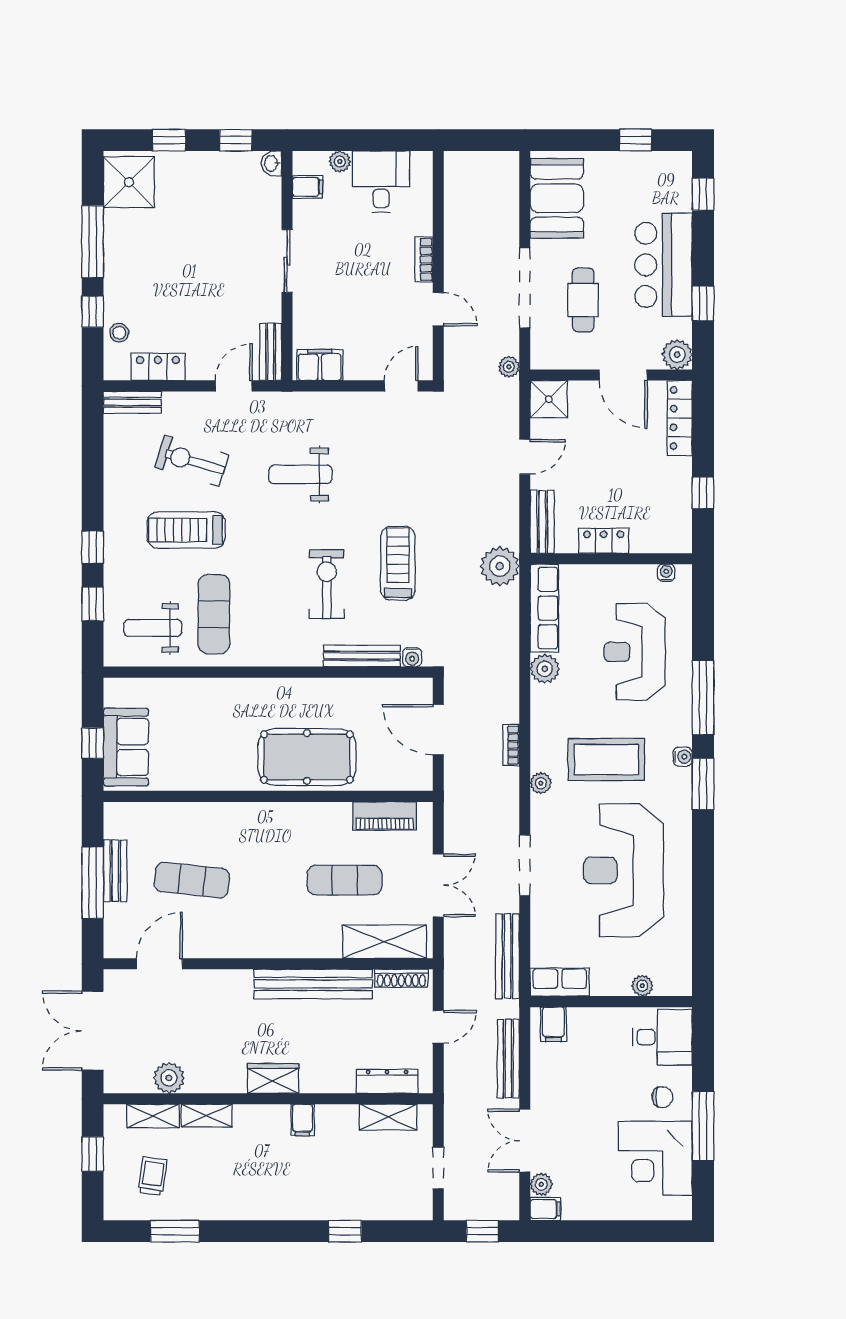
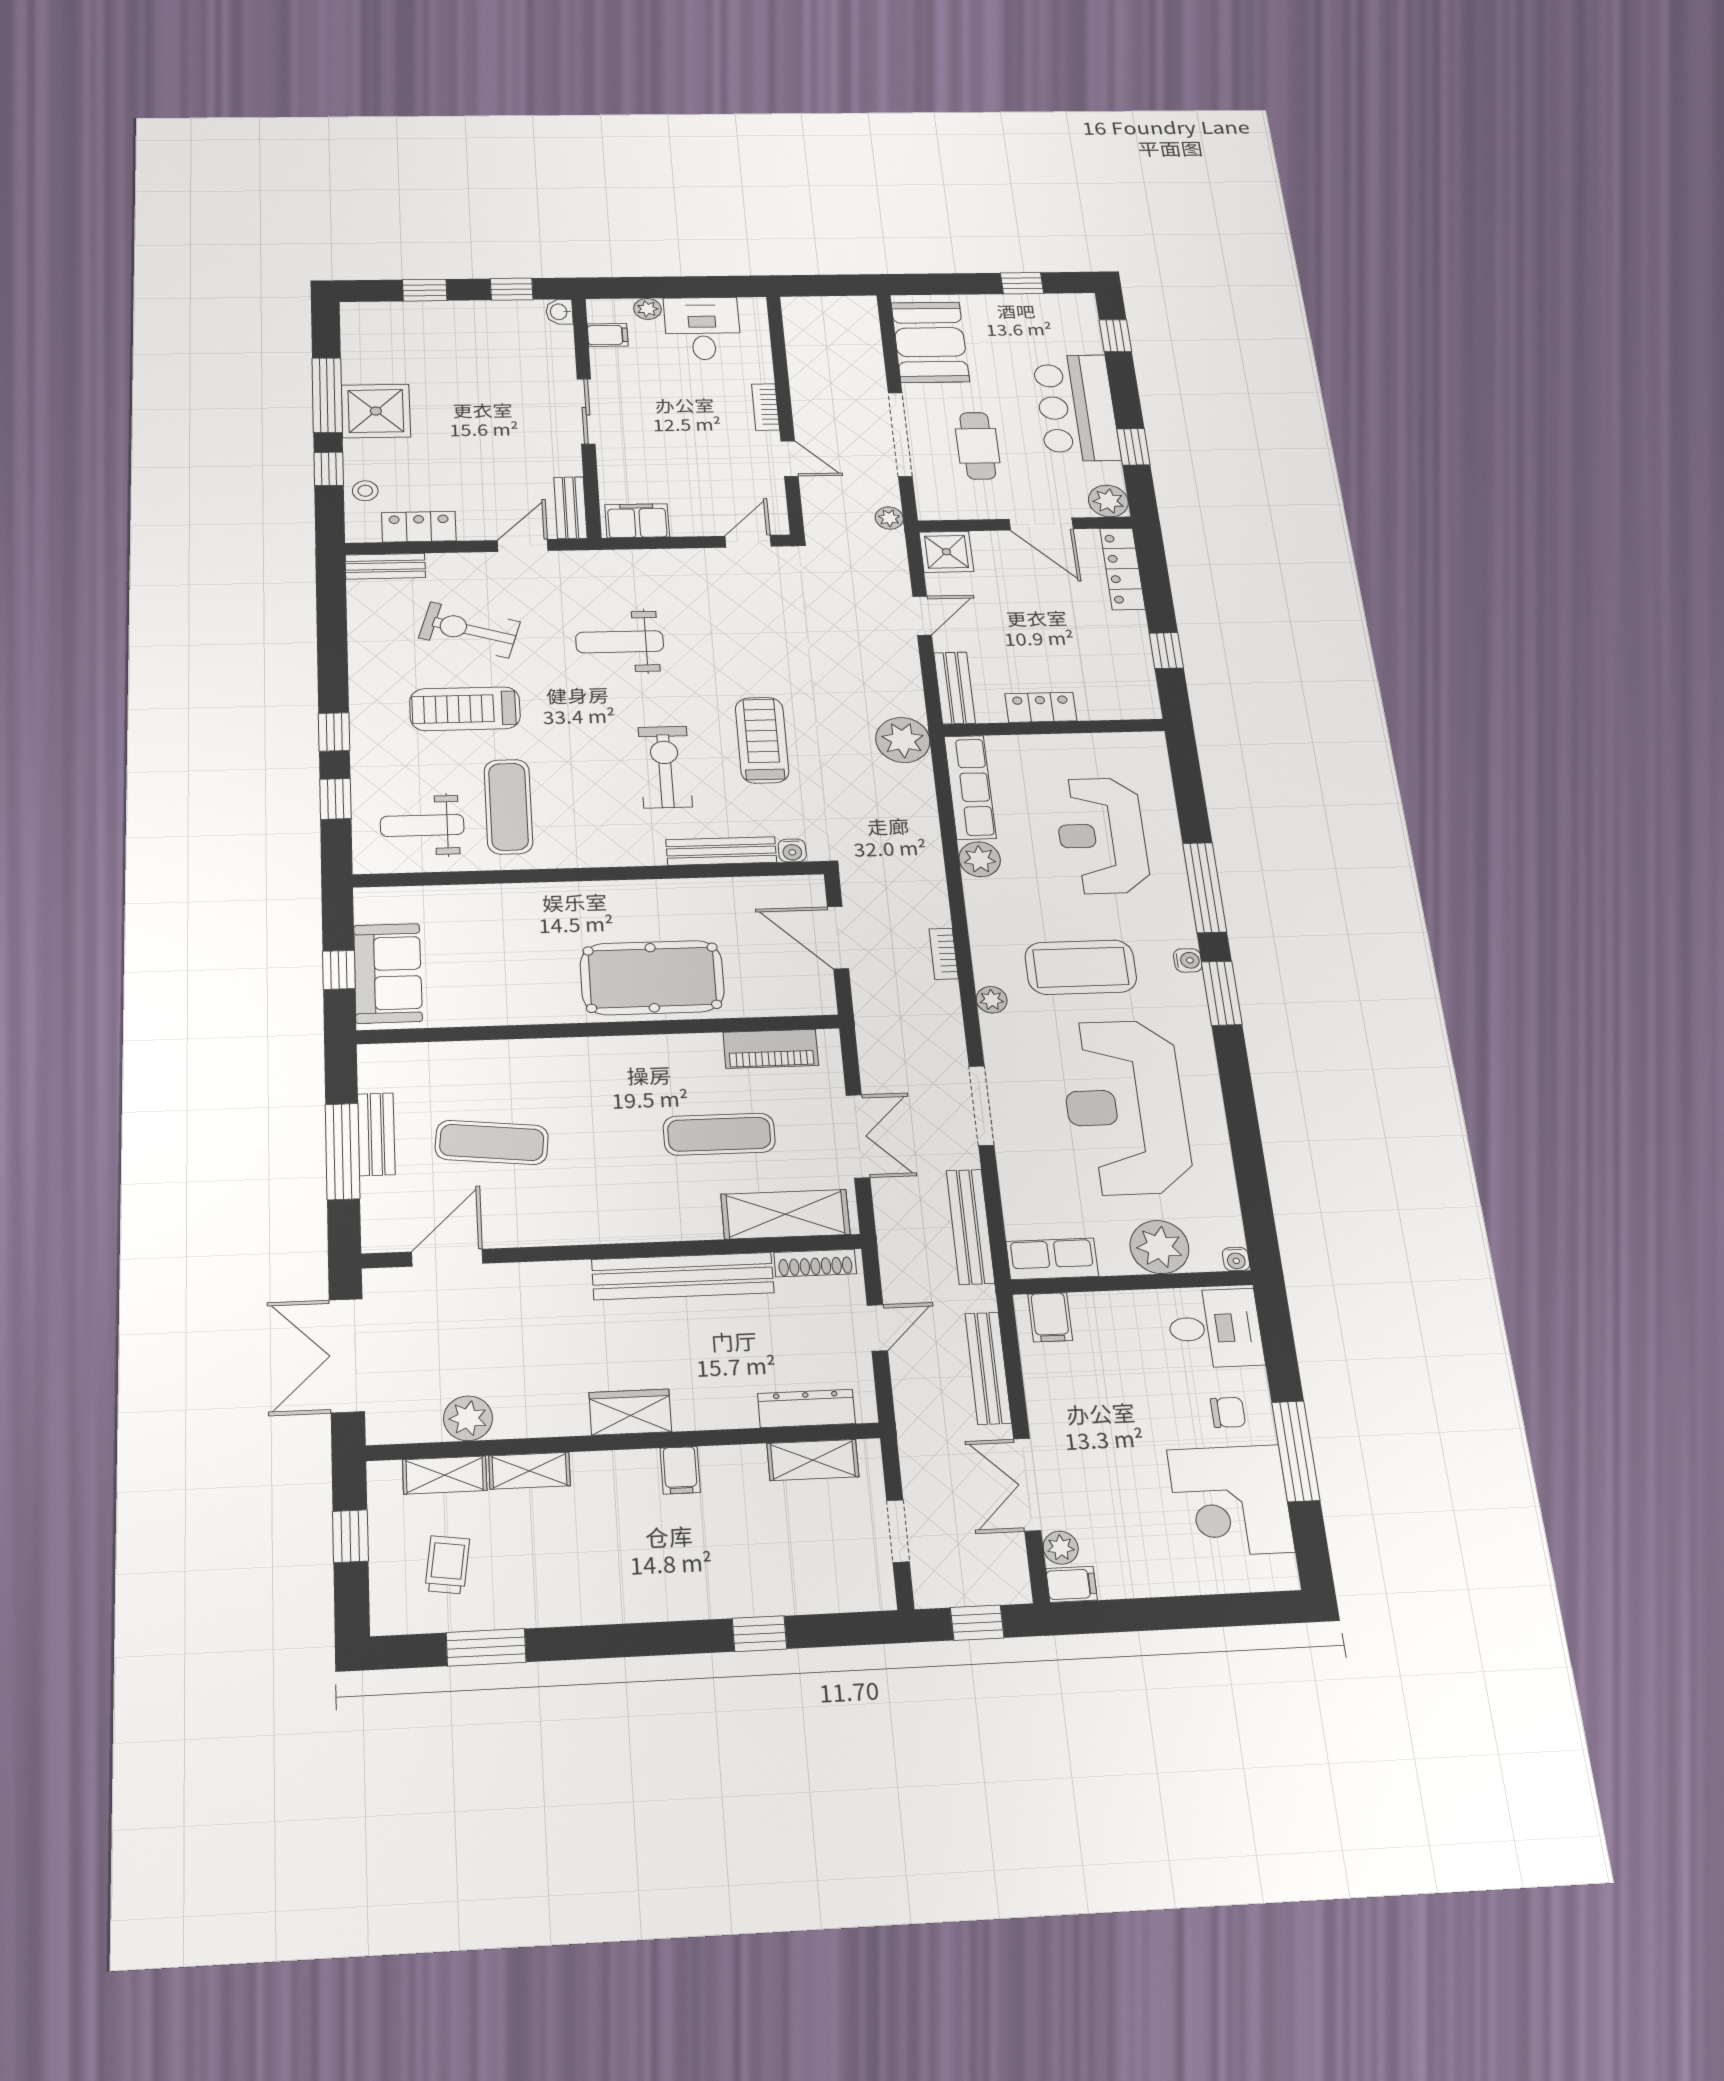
shower: (129, 182) -> (376, 411), moved
water cooler: (666, 573) -> (1236, 1259), moved, turned 180
plant: (642, 986) -> (1159, 1247), width x1.88, depth x1.88

